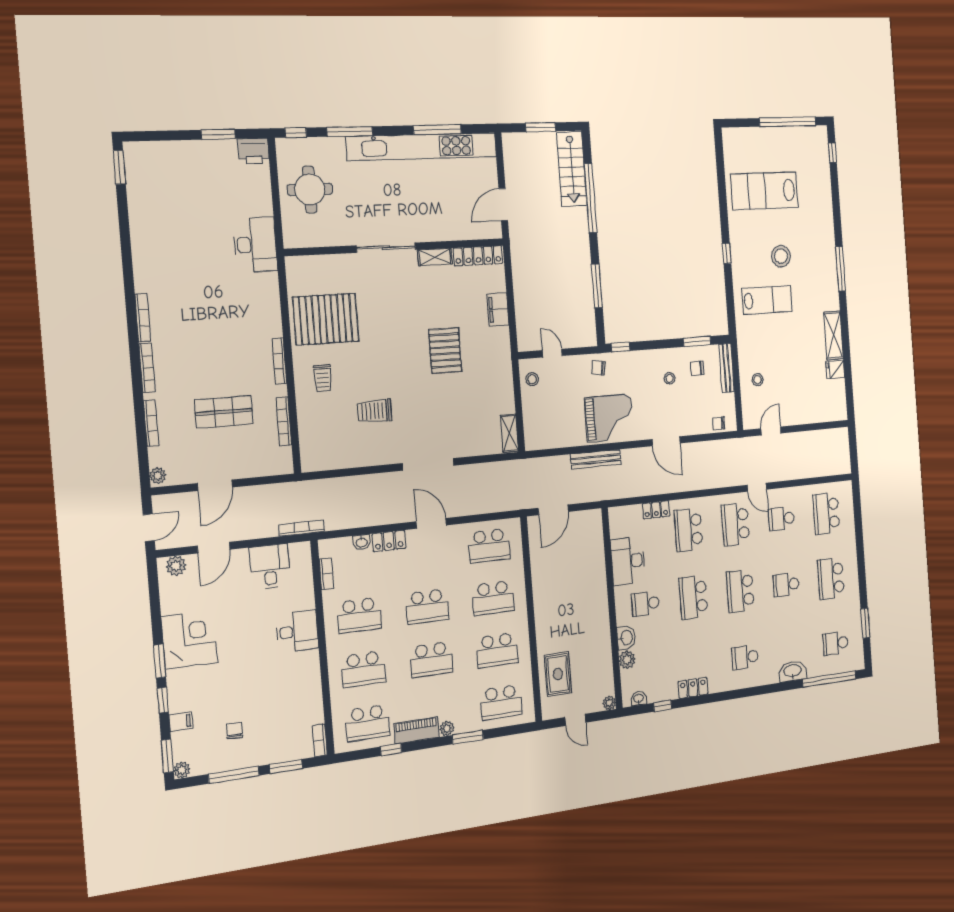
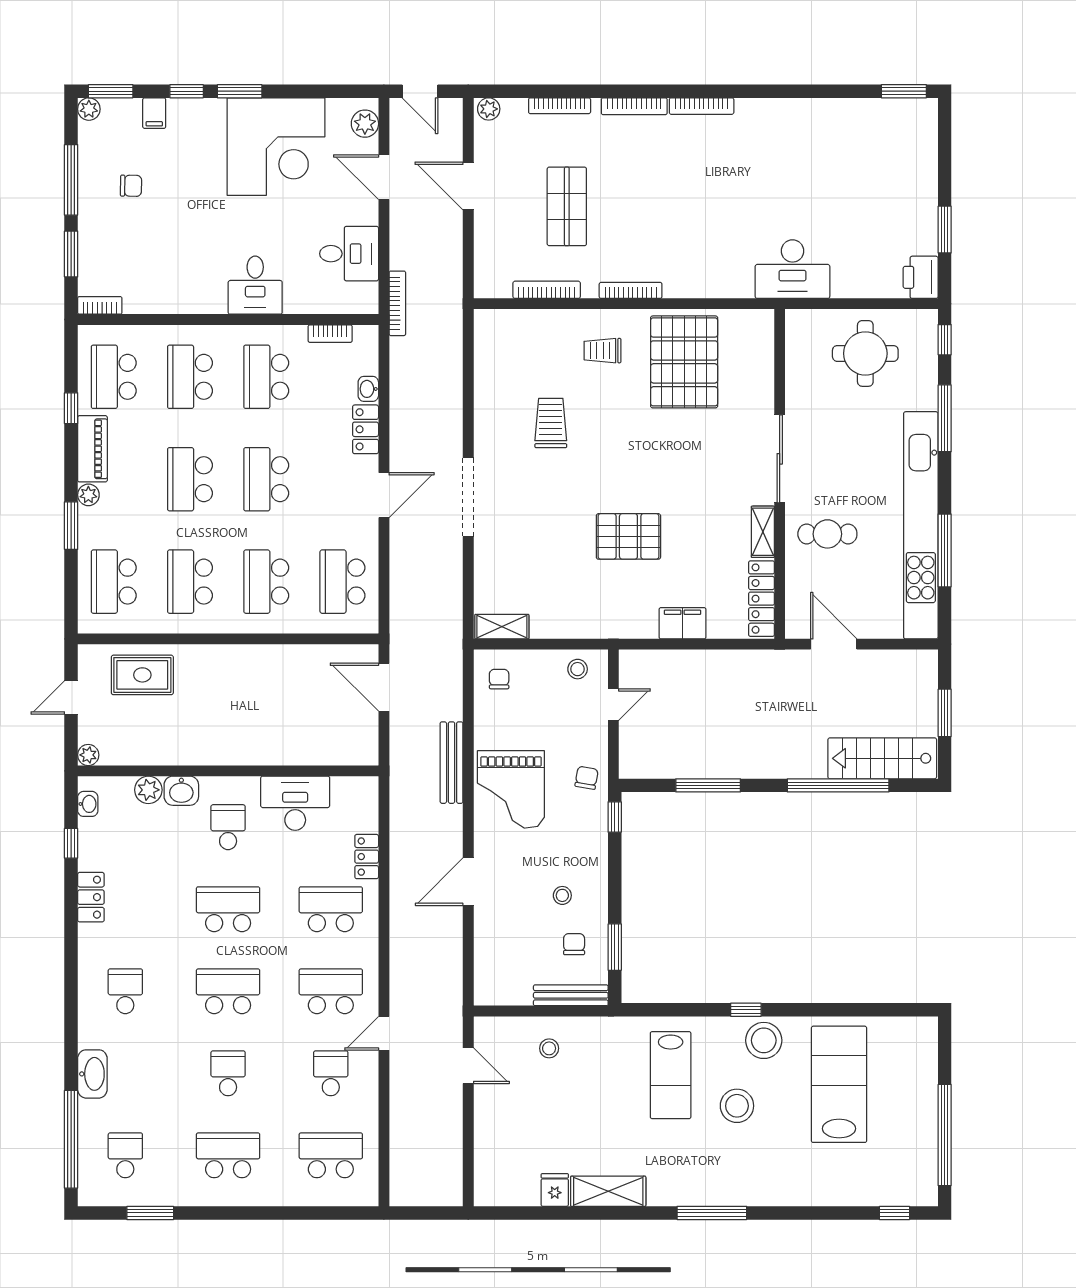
cafe table: (433, 212) -> (827, 534), added
stool: (743, 241) -> (764, 1040), added
chair: (719, 423) -> (499, 679), moved
corner desk: (189, 640) -> (276, 147), width x1.36, depth x1.36

